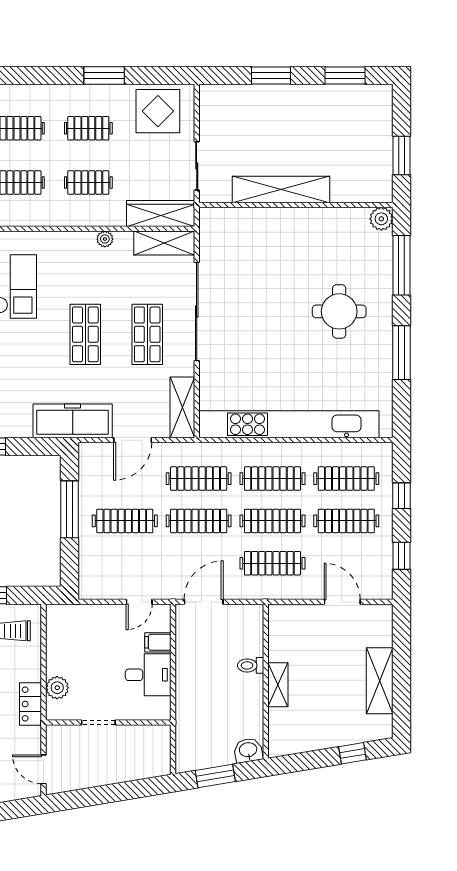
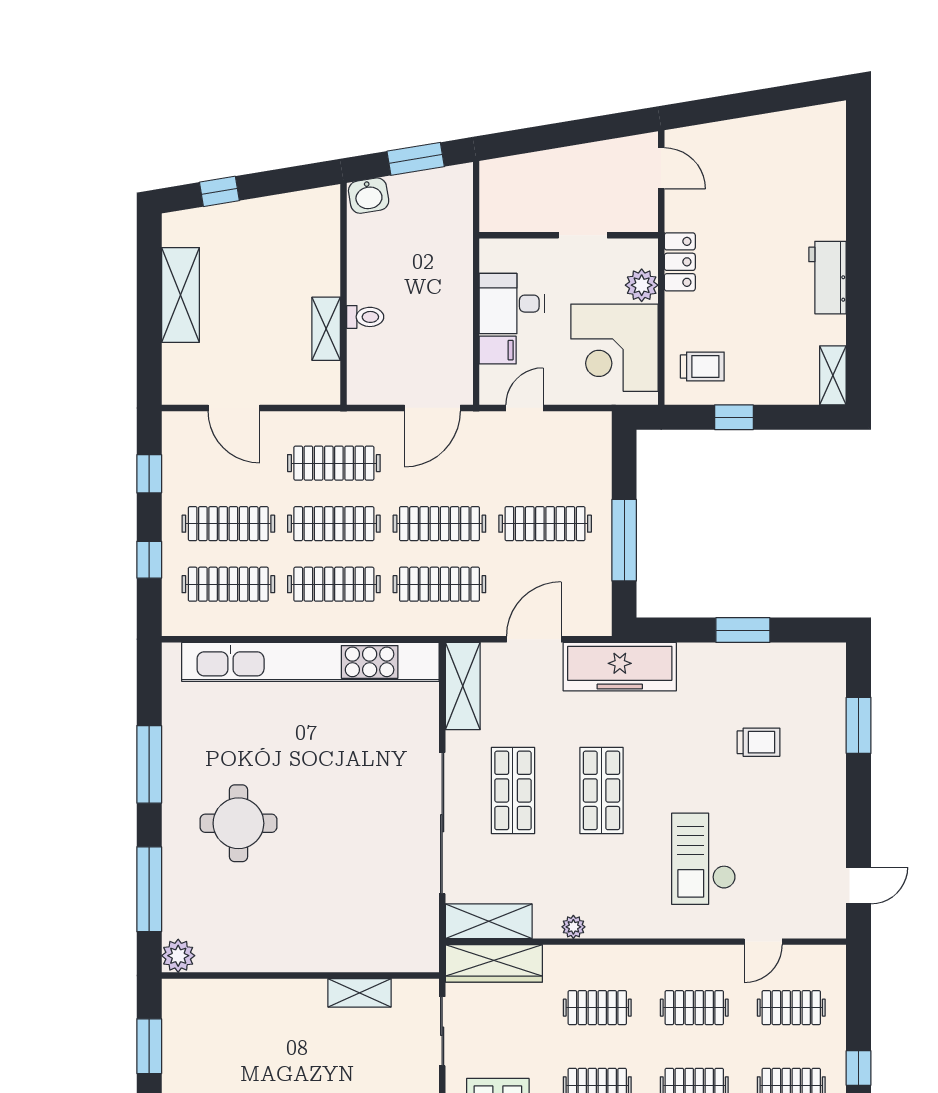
shelving: (281, 190) -> (360, 993), width x0.45, depth x0.75
corner desk: (76, 644) -> (614, 348), added
shelving: (278, 685) -> (326, 329), moved

